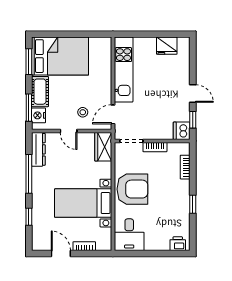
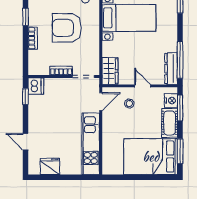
door: (193, 93) -> (25, 142), moved
bookcase: (185, 167) -> (33, 38), moved
window: (29, 174) -> (180, 60), moved
armchair: (132, 189) -> (67, 28), moved

